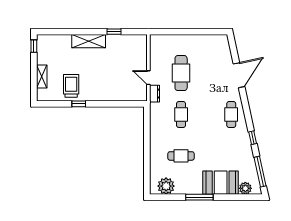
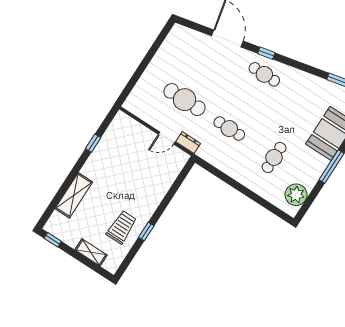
shelving: (89, 41) -> (74, 195), moved
trolley: (71, 86) -> (122, 227), turned 90
window: (253, 138) -> (266, 53), moved

